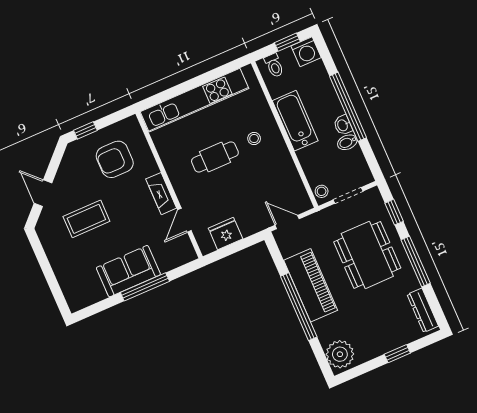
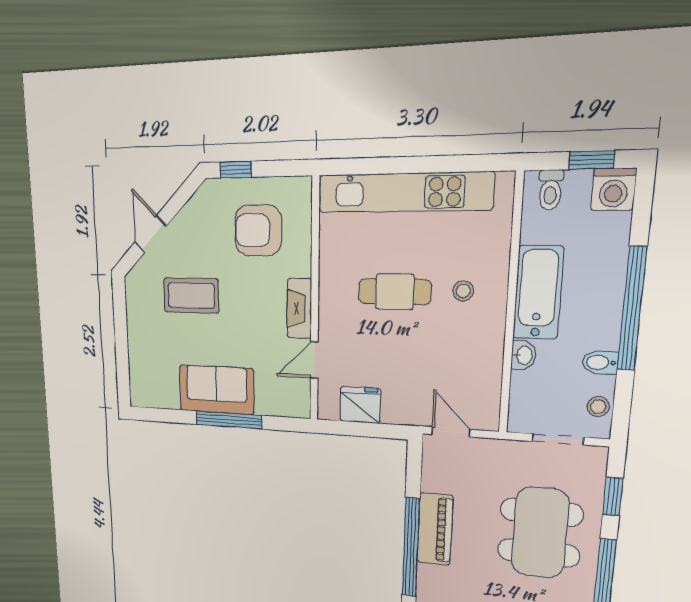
washbasin: (343, 125) -> (524, 355), moved, turned 180
stool: (322, 191) -> (598, 407), moved
piano: (311, 285) -> (435, 529), width x0.73, depth x0.75

